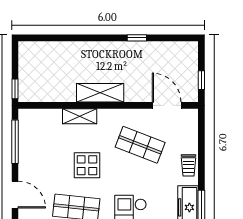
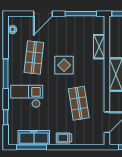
shelving: (80, 116) -> (99, 47), moved
shop shelf: (140, 145) -> (79, 103), turned -30

